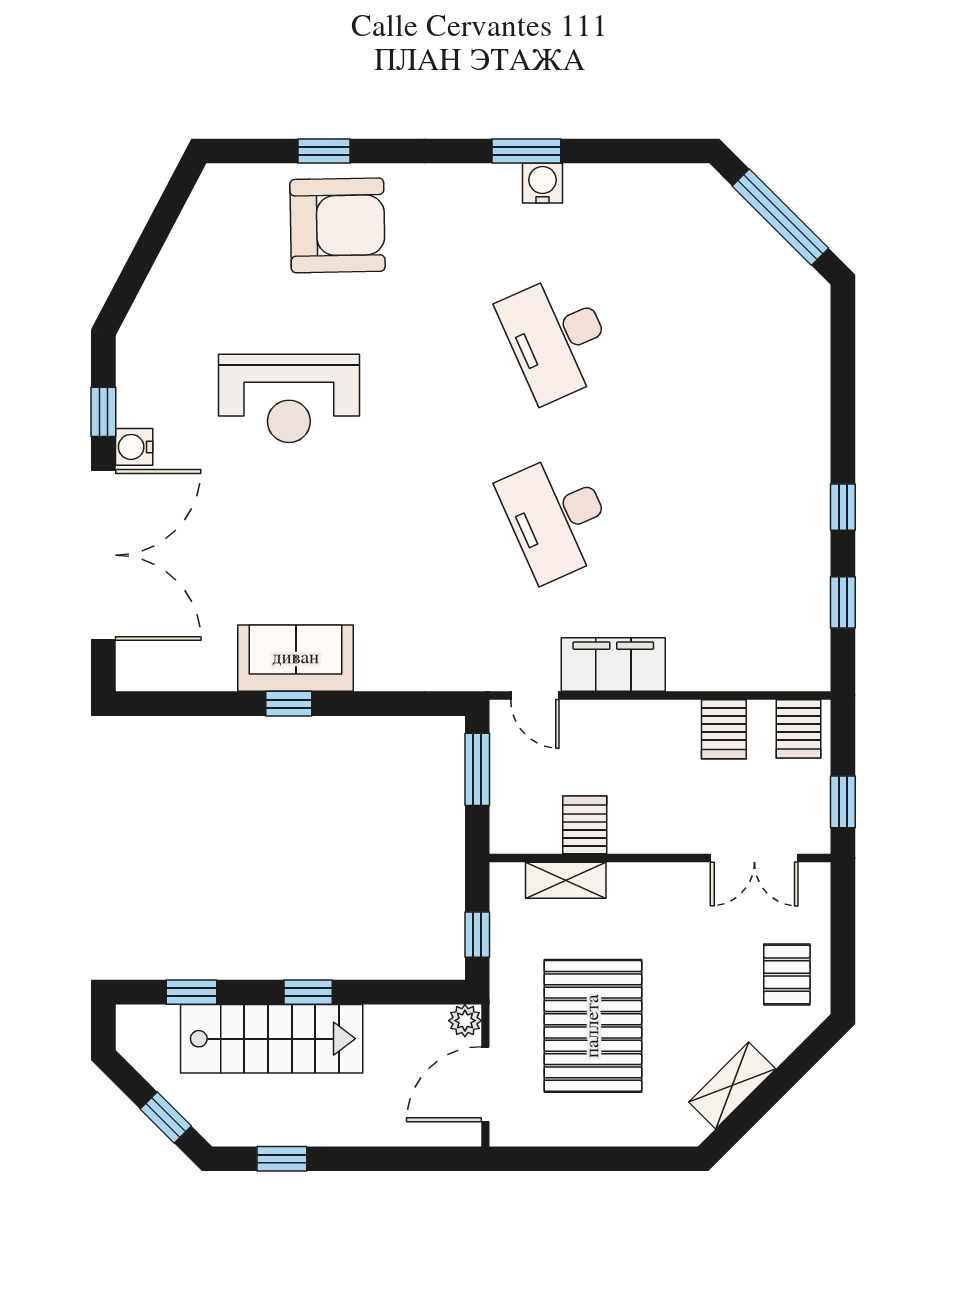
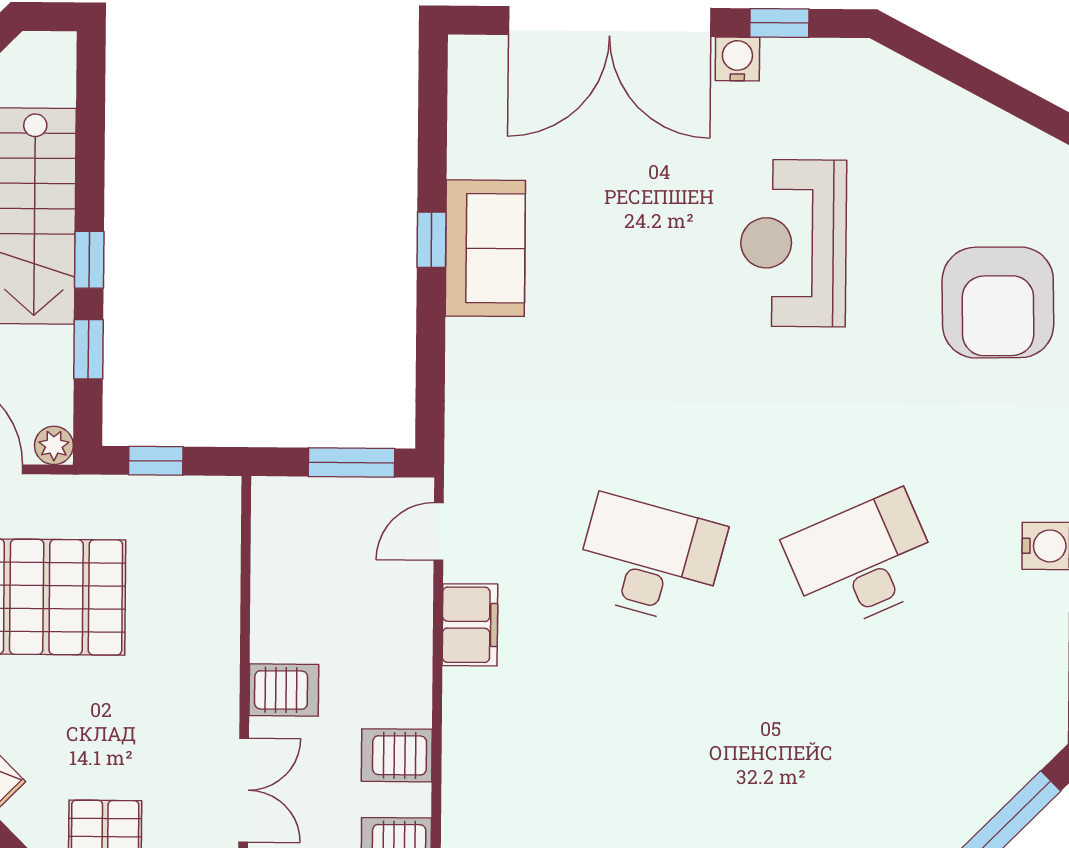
desk: (557, 517) -> (650, 560), turned 39
filing cabinet: (613, 665) -> (470, 625), width x0.67, depth x0.86
server rack: (585, 825) -> (284, 690), moved
double door: (754, 858) -> (244, 790), swing flipped
shelving: (566, 880) -> (219, 566), removed
window: (191, 992) -> (88, 349), moved

